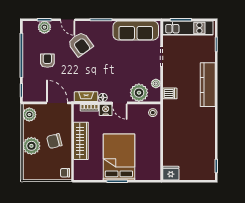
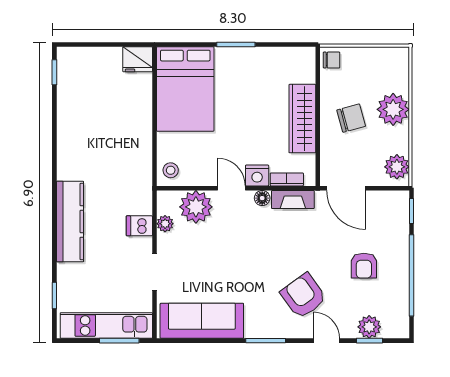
dishwasher: (170, 93) -> (139, 226), moved
bed: (119, 157) -> (185, 89), moved

